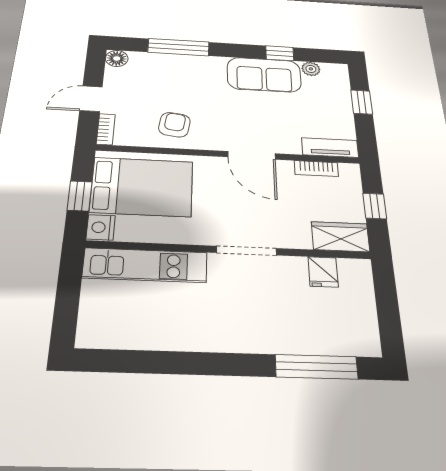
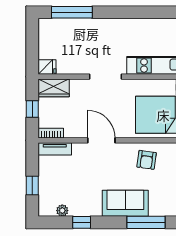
sofa: (264, 75) -> (125, 203), moved
bookcase: (316, 169) -> (51, 133), moved
fridge: (323, 272) -> (47, 67), moved, turned 90

